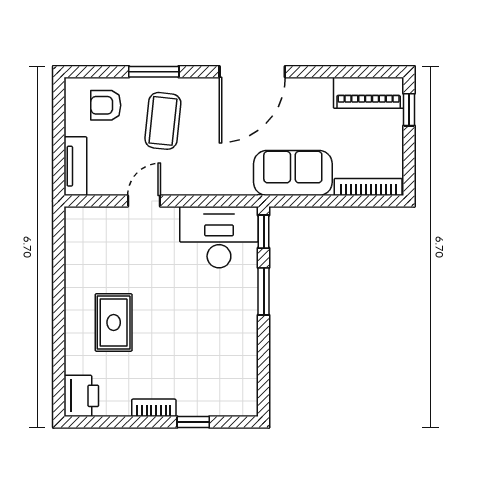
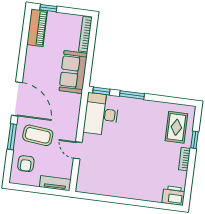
door: (252, 72) -> (17, 99), moved
rug: (114, 322) -> (176, 127), moved, turned 90

